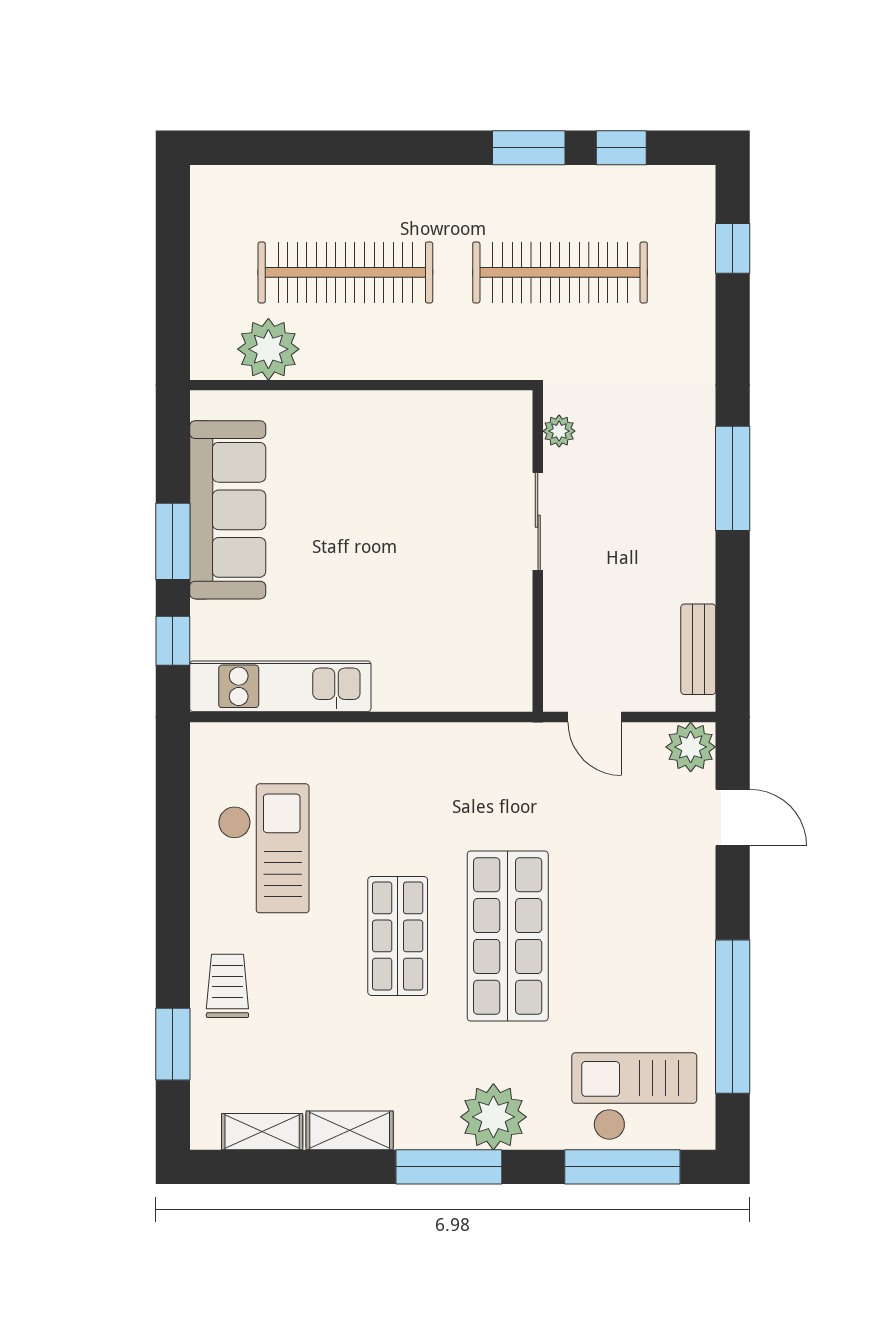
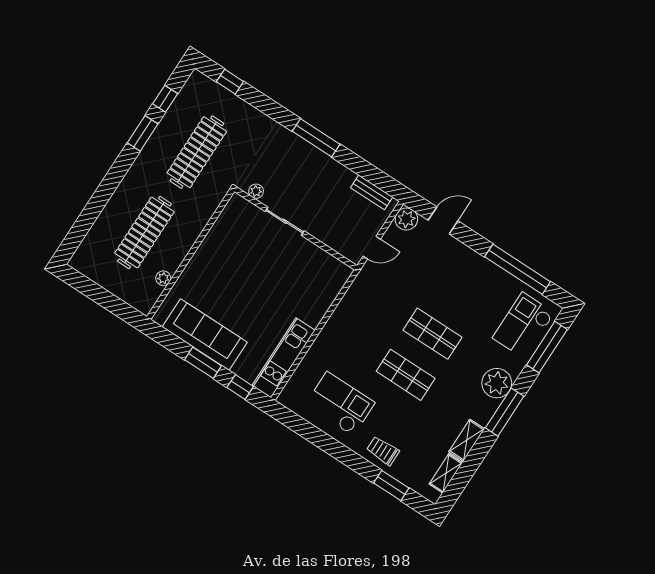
plant: (268, 349) -> (163, 278), width x0.53, depth x0.53
shop shelf: (508, 936) -> (433, 334), width x0.70, depth x0.74

